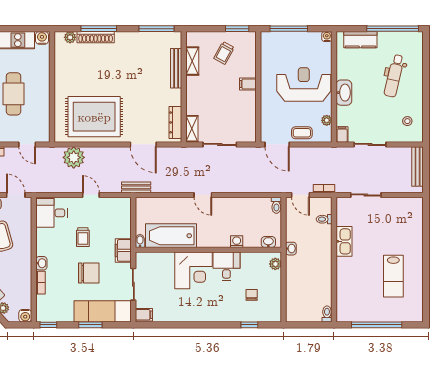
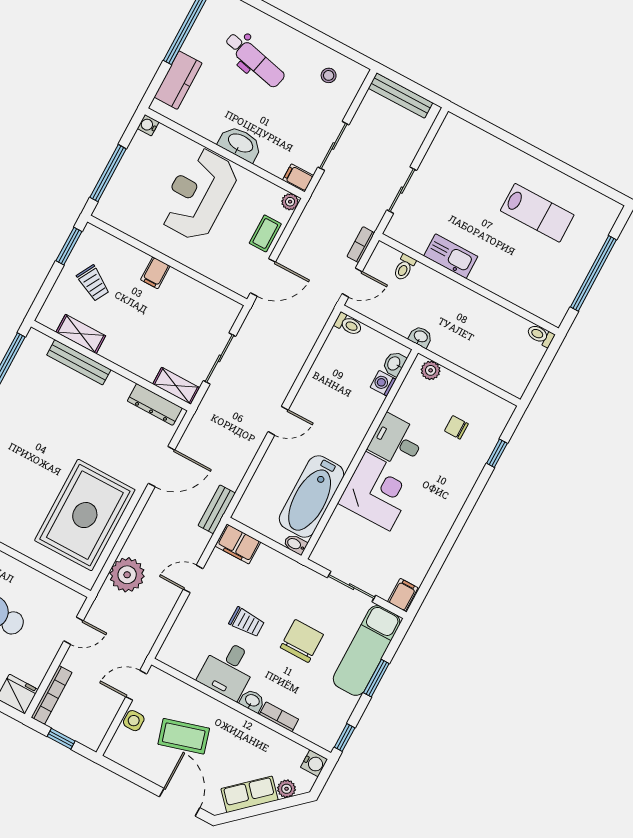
plant: (327, 120) -> (290, 202), moved
desk: (51, 213) -> (228, 669), moved
washing machine: (237, 242) -> (383, 383), moved
filing cabinet: (123, 250) -> (238, 544), moved

